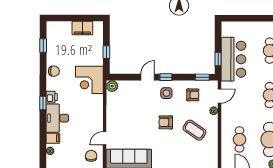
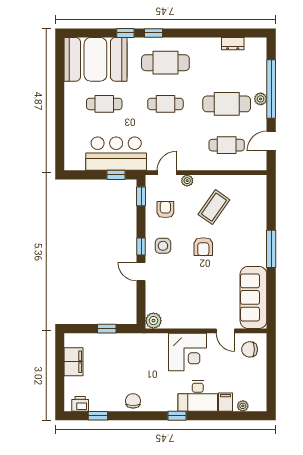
corner desk: (89, 80) -> (188, 352), moved
door: (220, 96) -> (167, 173), hinge flipped
printer: (52, 97) -> (80, 404), moved

